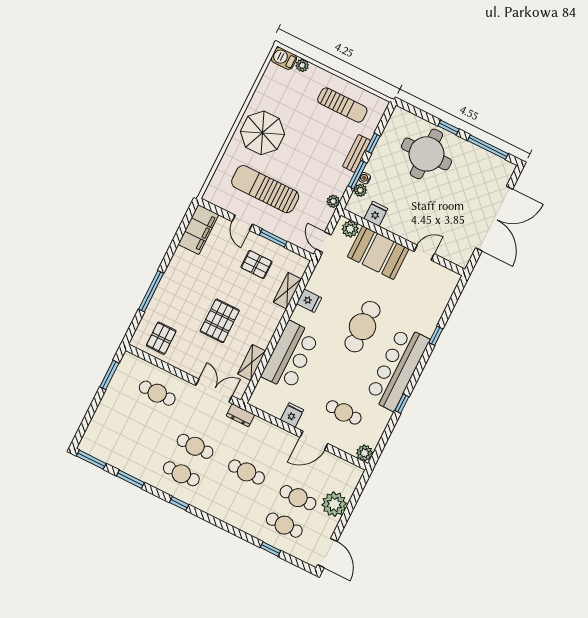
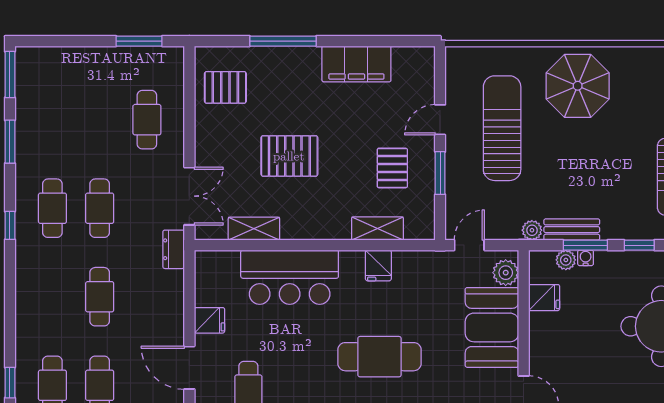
bench: (357, 153) -> (572, 230), moved
filing cabinet: (198, 230) -> (356, 64), moved

